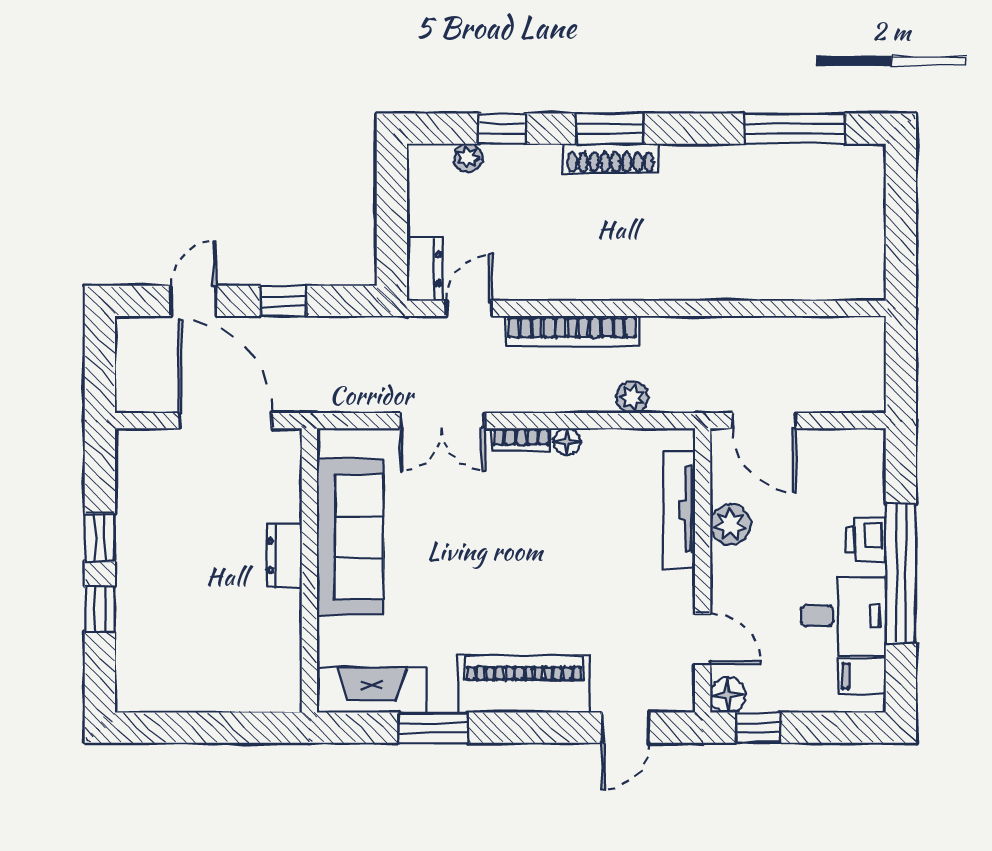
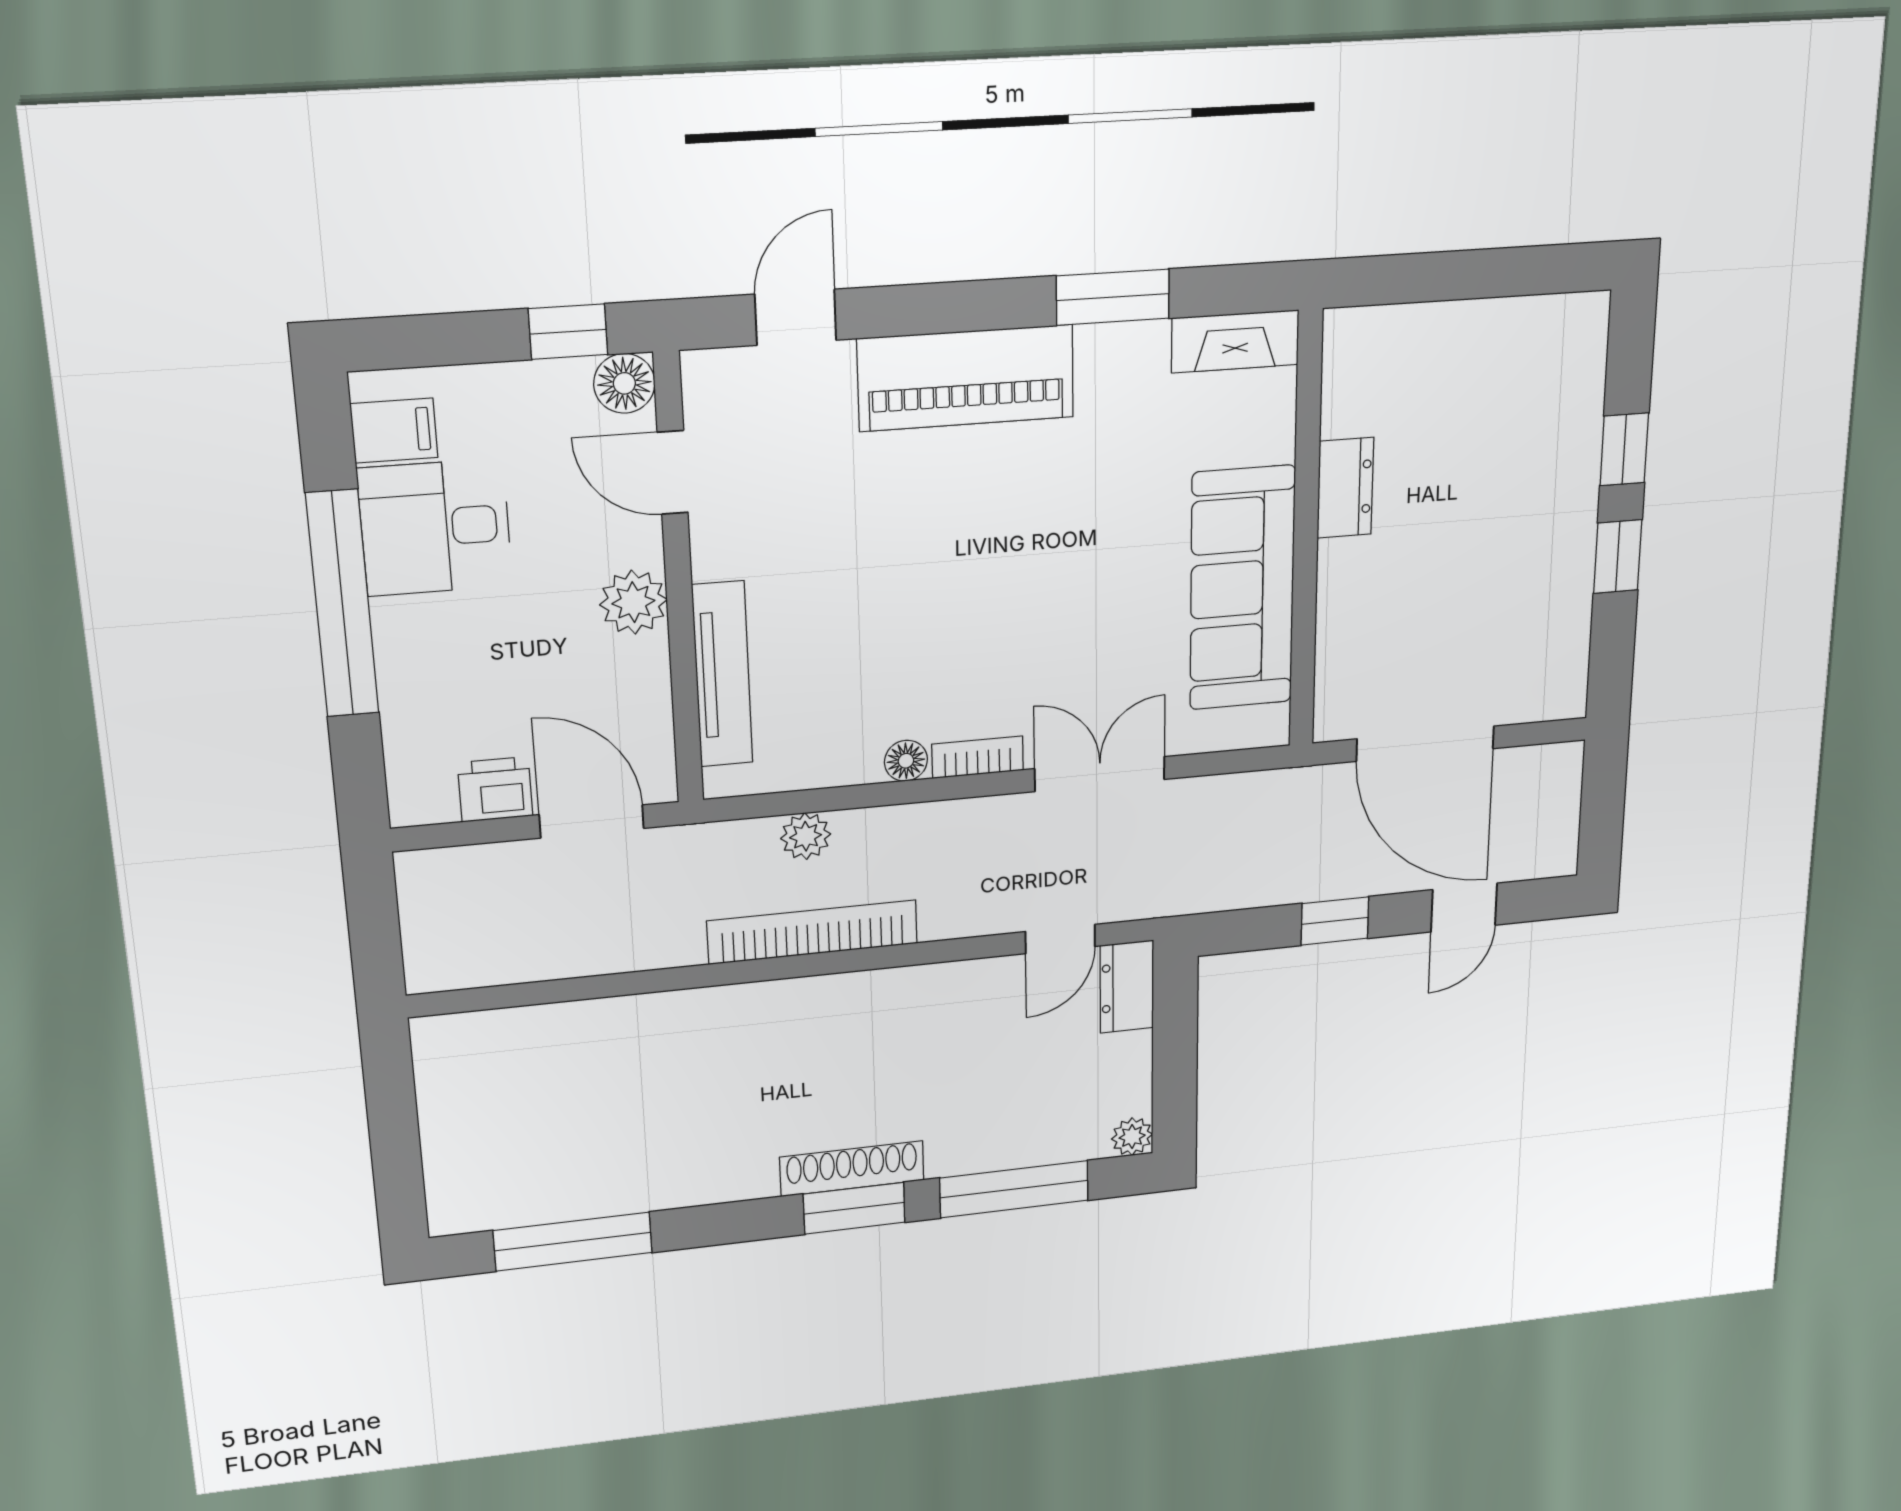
window: (502, 129) -> (1014, 1189), width x2.17
plant: (468, 158) -> (1132, 1137), moved
bookcase: (572, 331) -> (813, 932), moved
plant: (730, 524) -> (633, 602), moved
printer: (867, 539) -> (495, 789), moved, turned -90
dresser: (284, 556) -> (1345, 488), moved
fireplace: (372, 690) -> (1235, 341), width x0.73, depth x0.76

